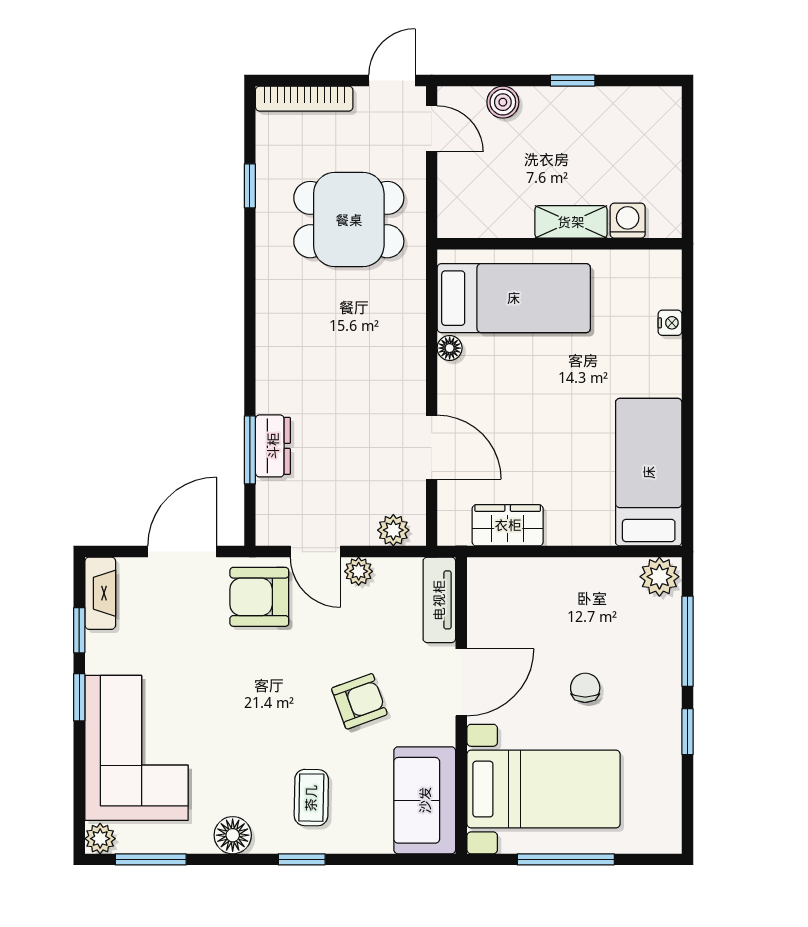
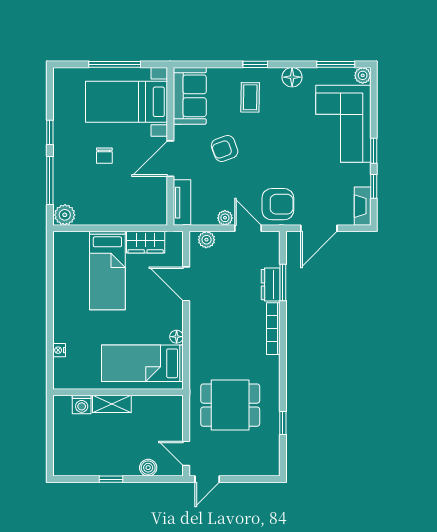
bookcase: (304, 99) -> (273, 329), moved, turned -90
bed: (649, 472) -> (107, 271), moved

